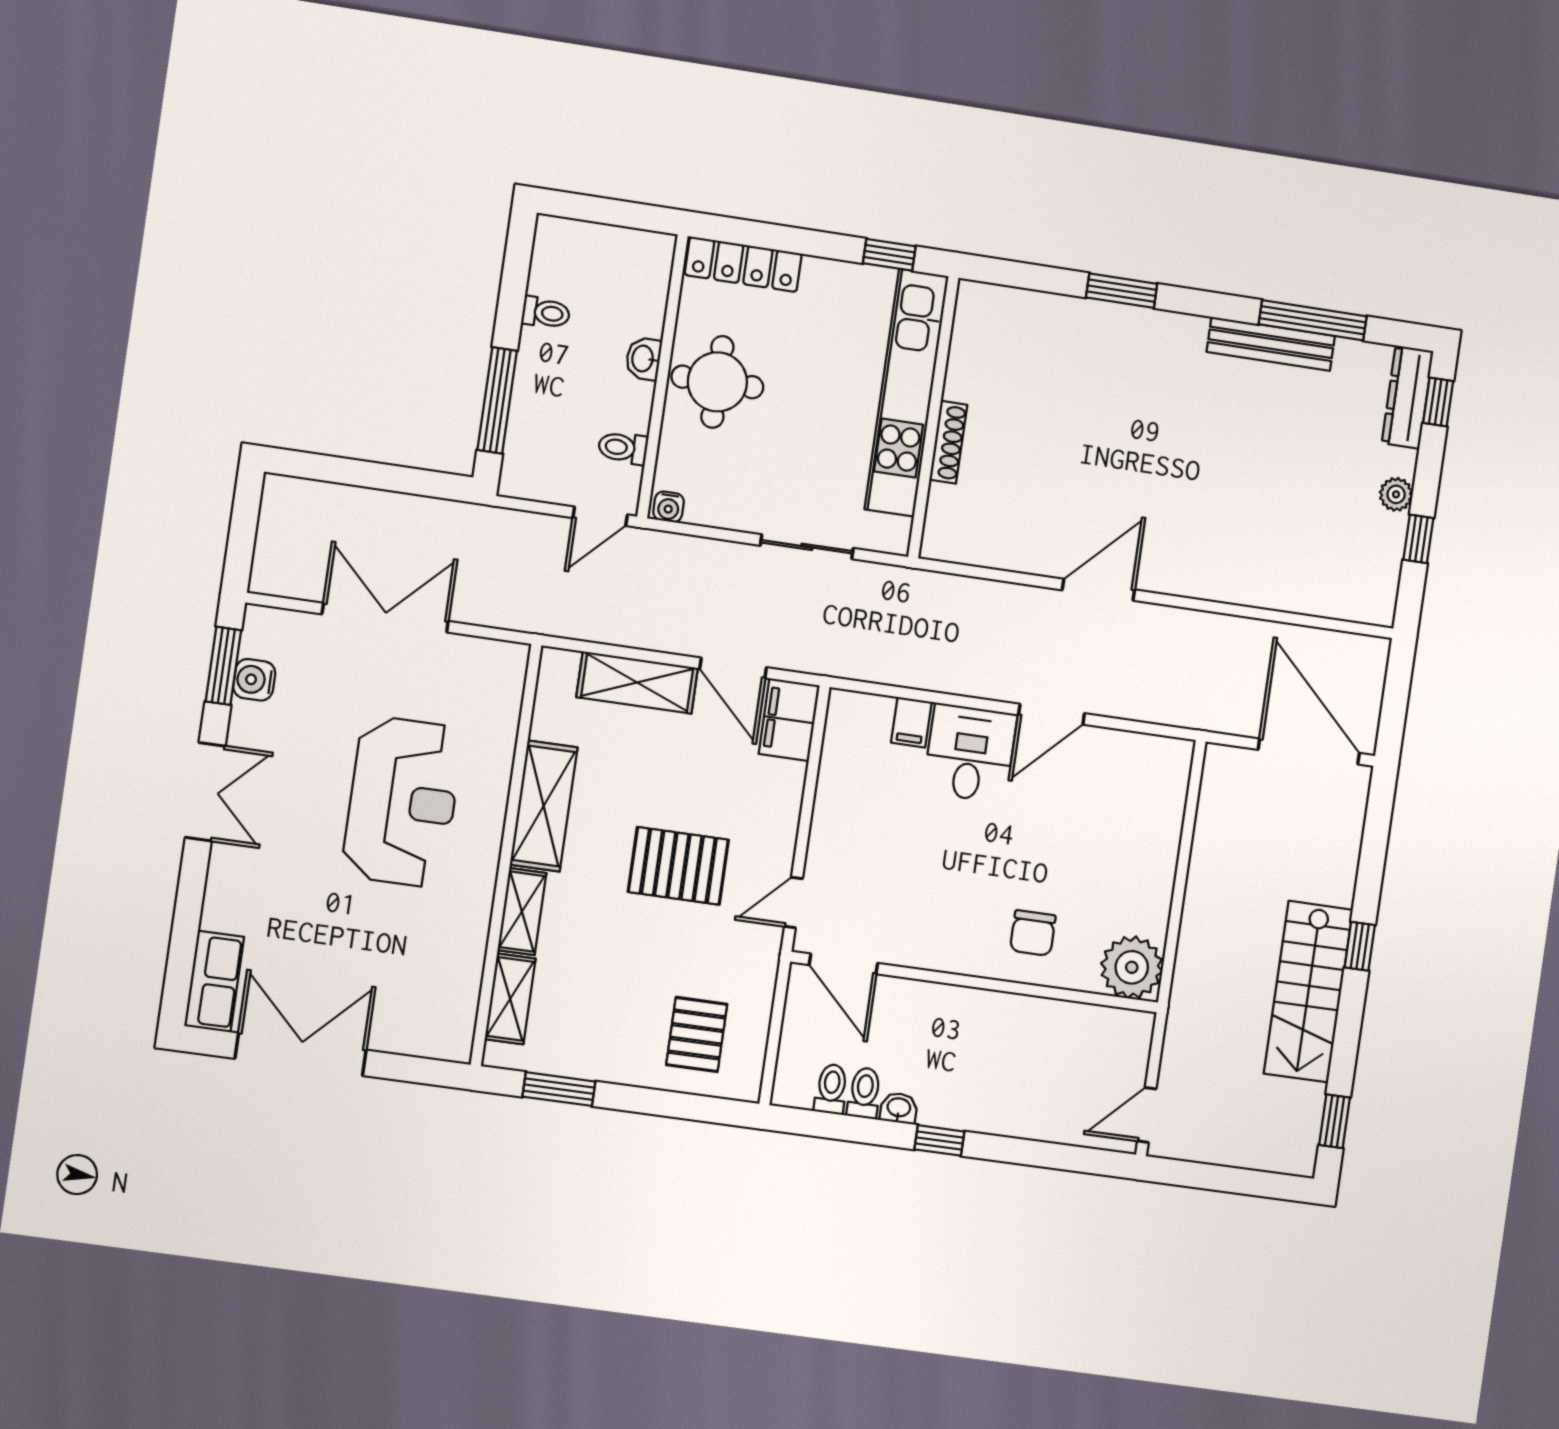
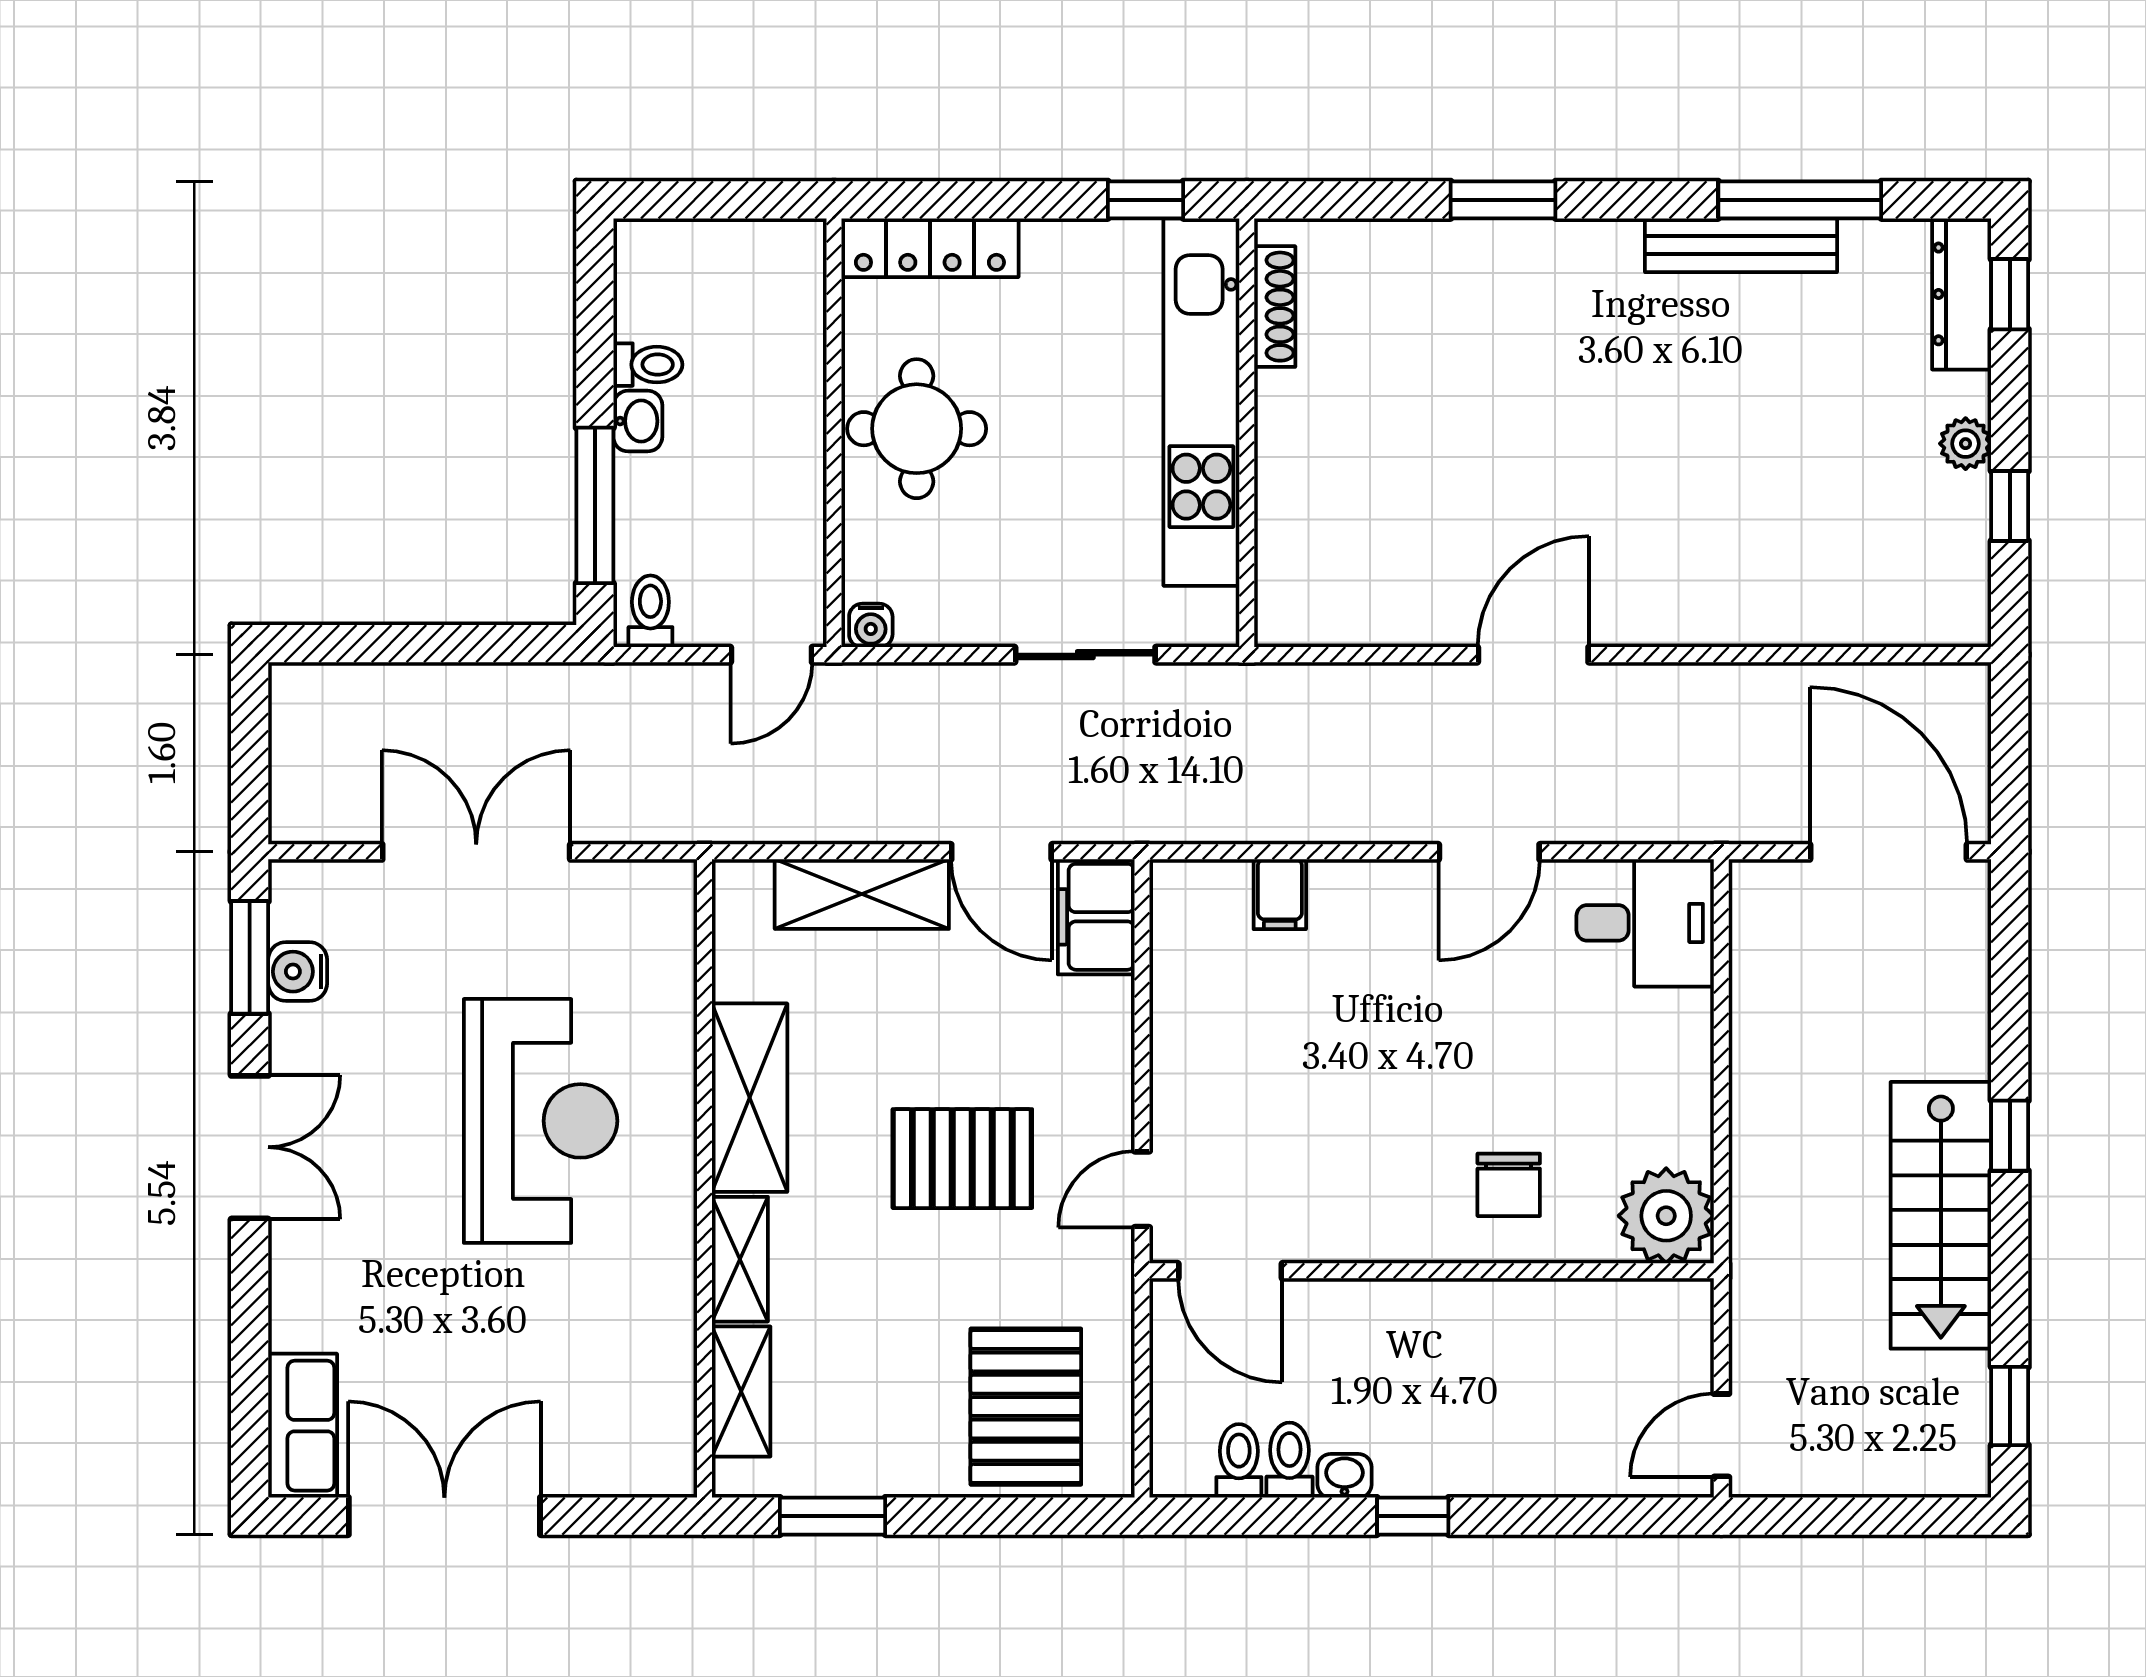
washbasin: (643, 359) -> (638, 421), moved, turned 180
shoe rack: (948, 442) -> (1275, 307), moved
toilet: (623, 448) -> (650, 611), moved, turned 90
desk: (970, 753) -> (1645, 923), moved, turned 90
pallet: (697, 1034) -> (1026, 1407), width x1.50, depth x1.42

